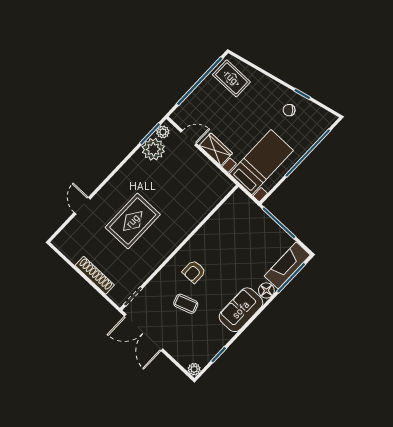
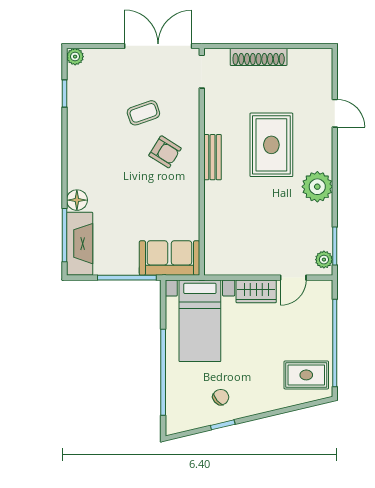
plant: (153, 149) -> (317, 187), moved
bench: (171, 244) -> (213, 157), added
armchair: (194, 272) -> (165, 152), turned 122
sofa: (241, 310) -> (169, 258), moved, turned -90

